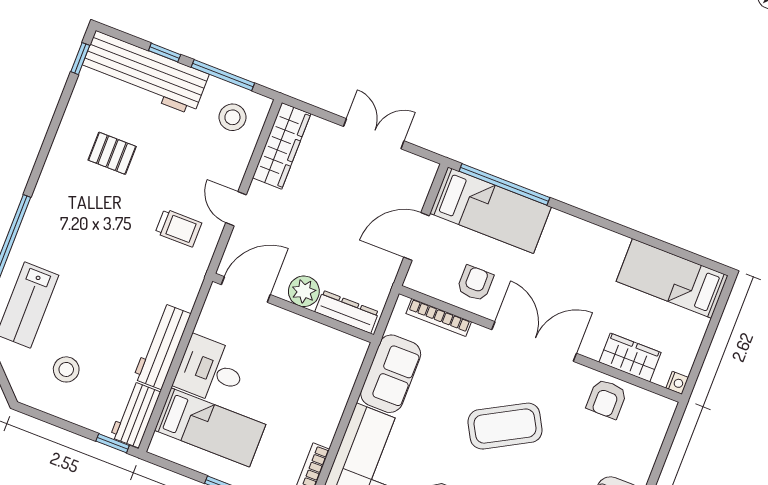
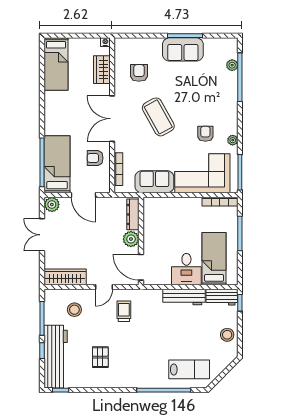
stool: (232, 117) -> (74, 310), moved
plant: (422, 173) -> (52, 204), added
stool: (66, 369) -> (227, 335), moved
armchair: (607, 399) -> (139, 73), moved, turned -90

